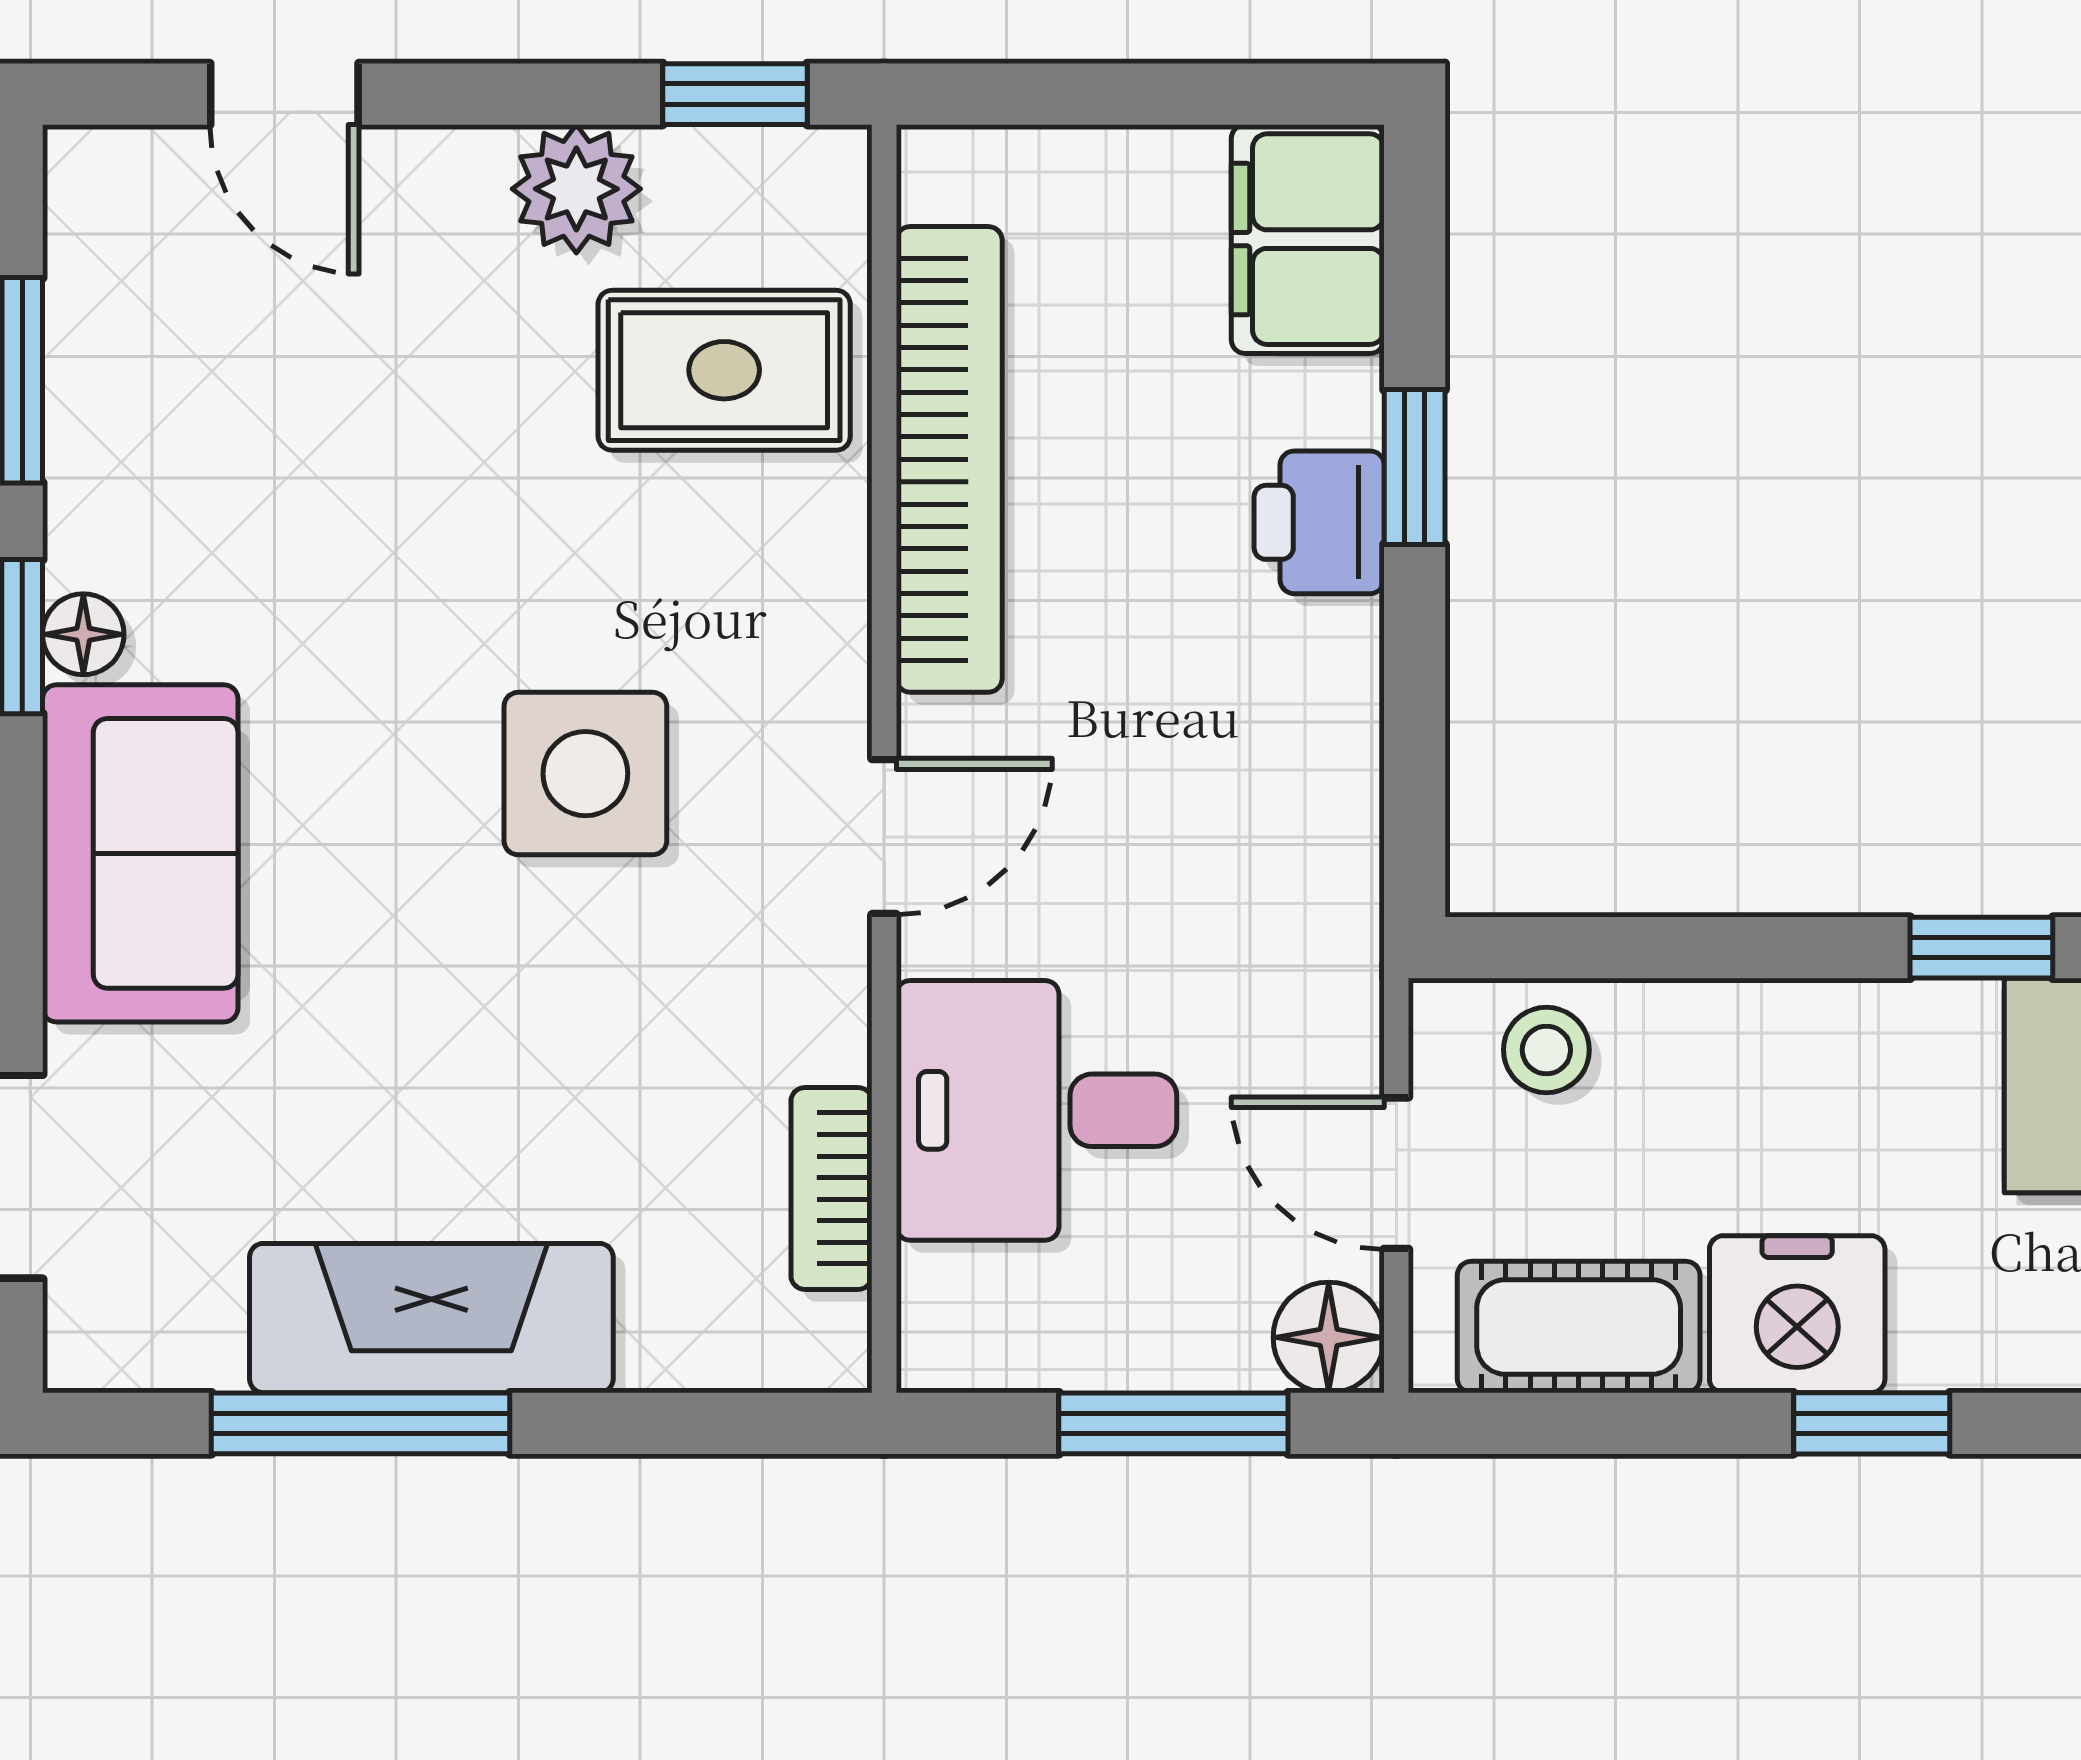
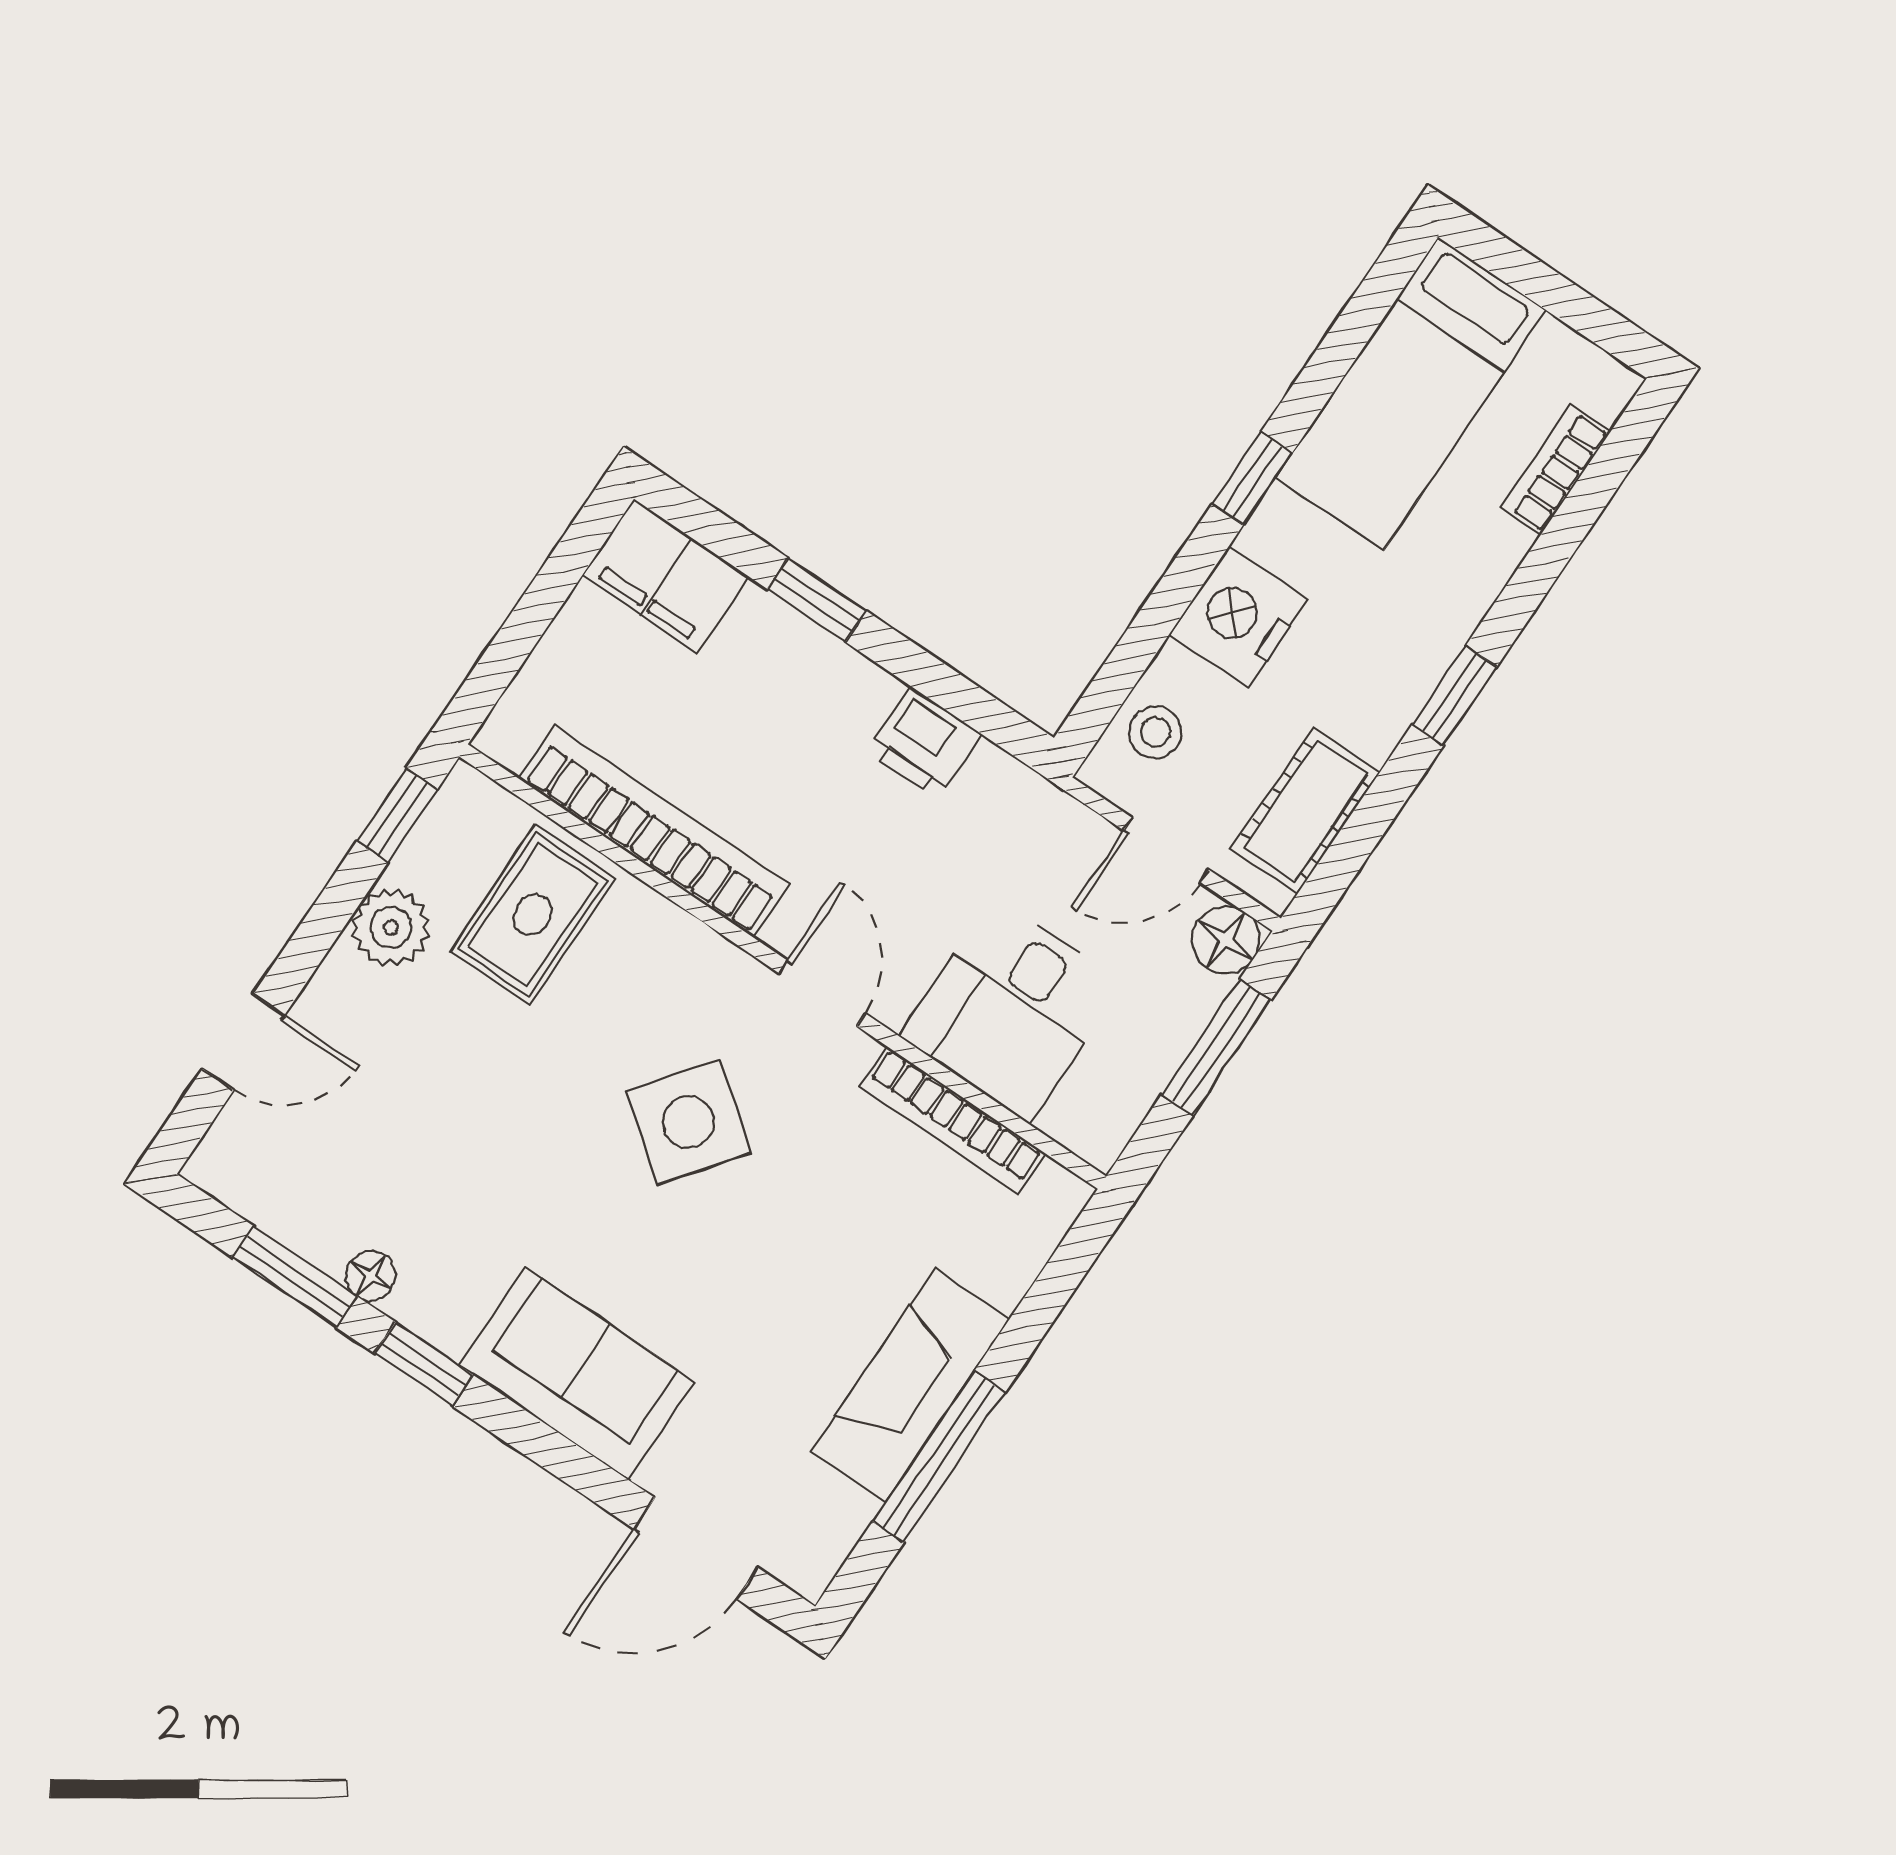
printer: (1319, 522) -> (924, 743), moved
floor lamp: (83, 634) -> (371, 1276), moved
side table: (585, 774) -> (688, 1122), turned 37
bookcase: (831, 1188) -> (953, 1120), width x1.56
nightstand: (1797, 1314) -> (1238, 617), moved, turned 180

